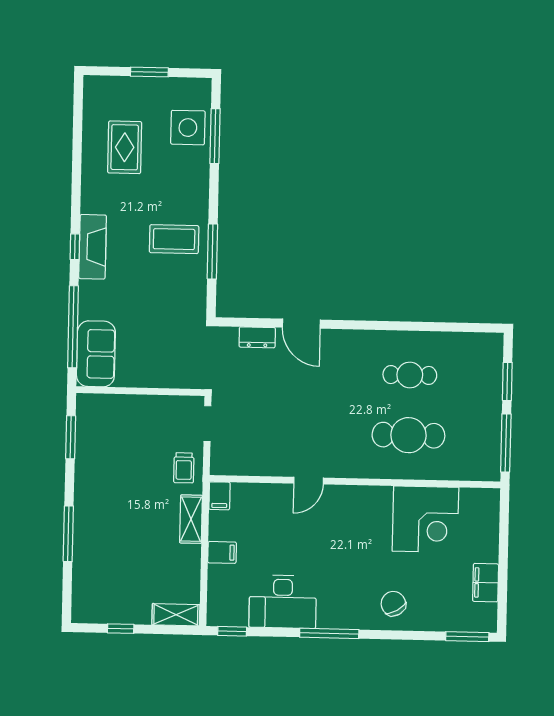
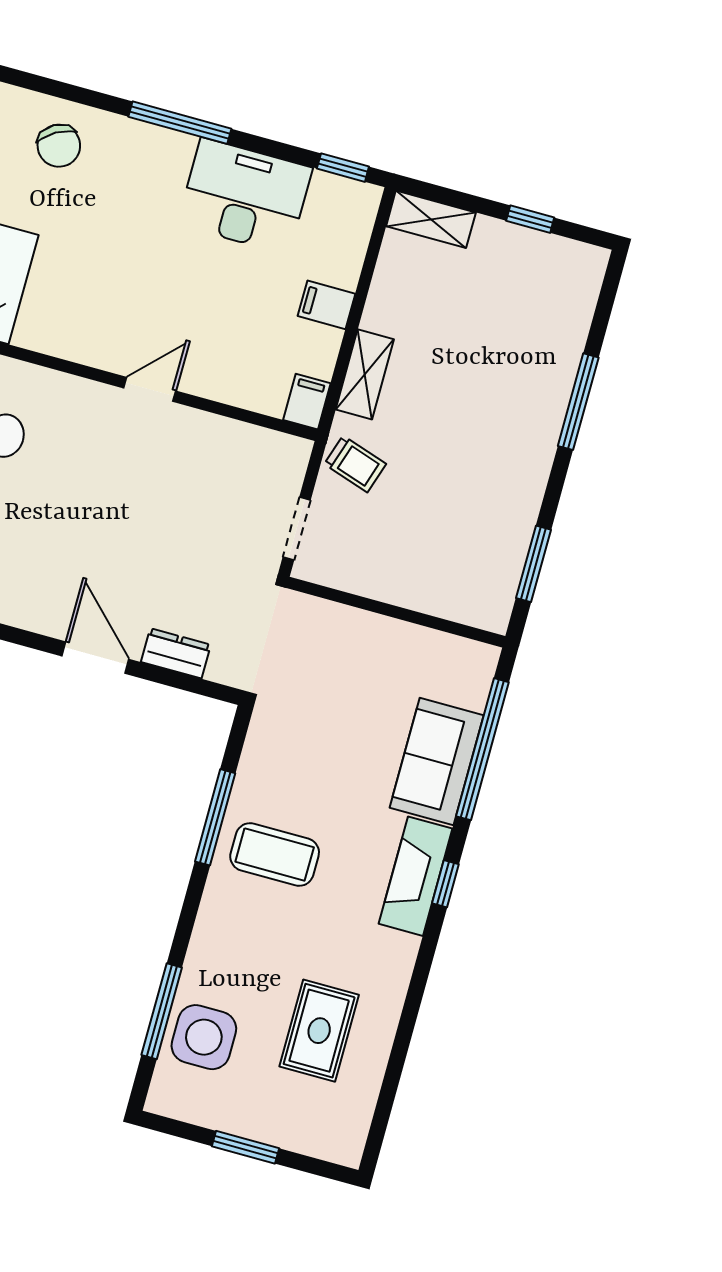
sofa: (96, 354) -> (437, 762), moved
trolley: (184, 468) -> (355, 464), turned 108

